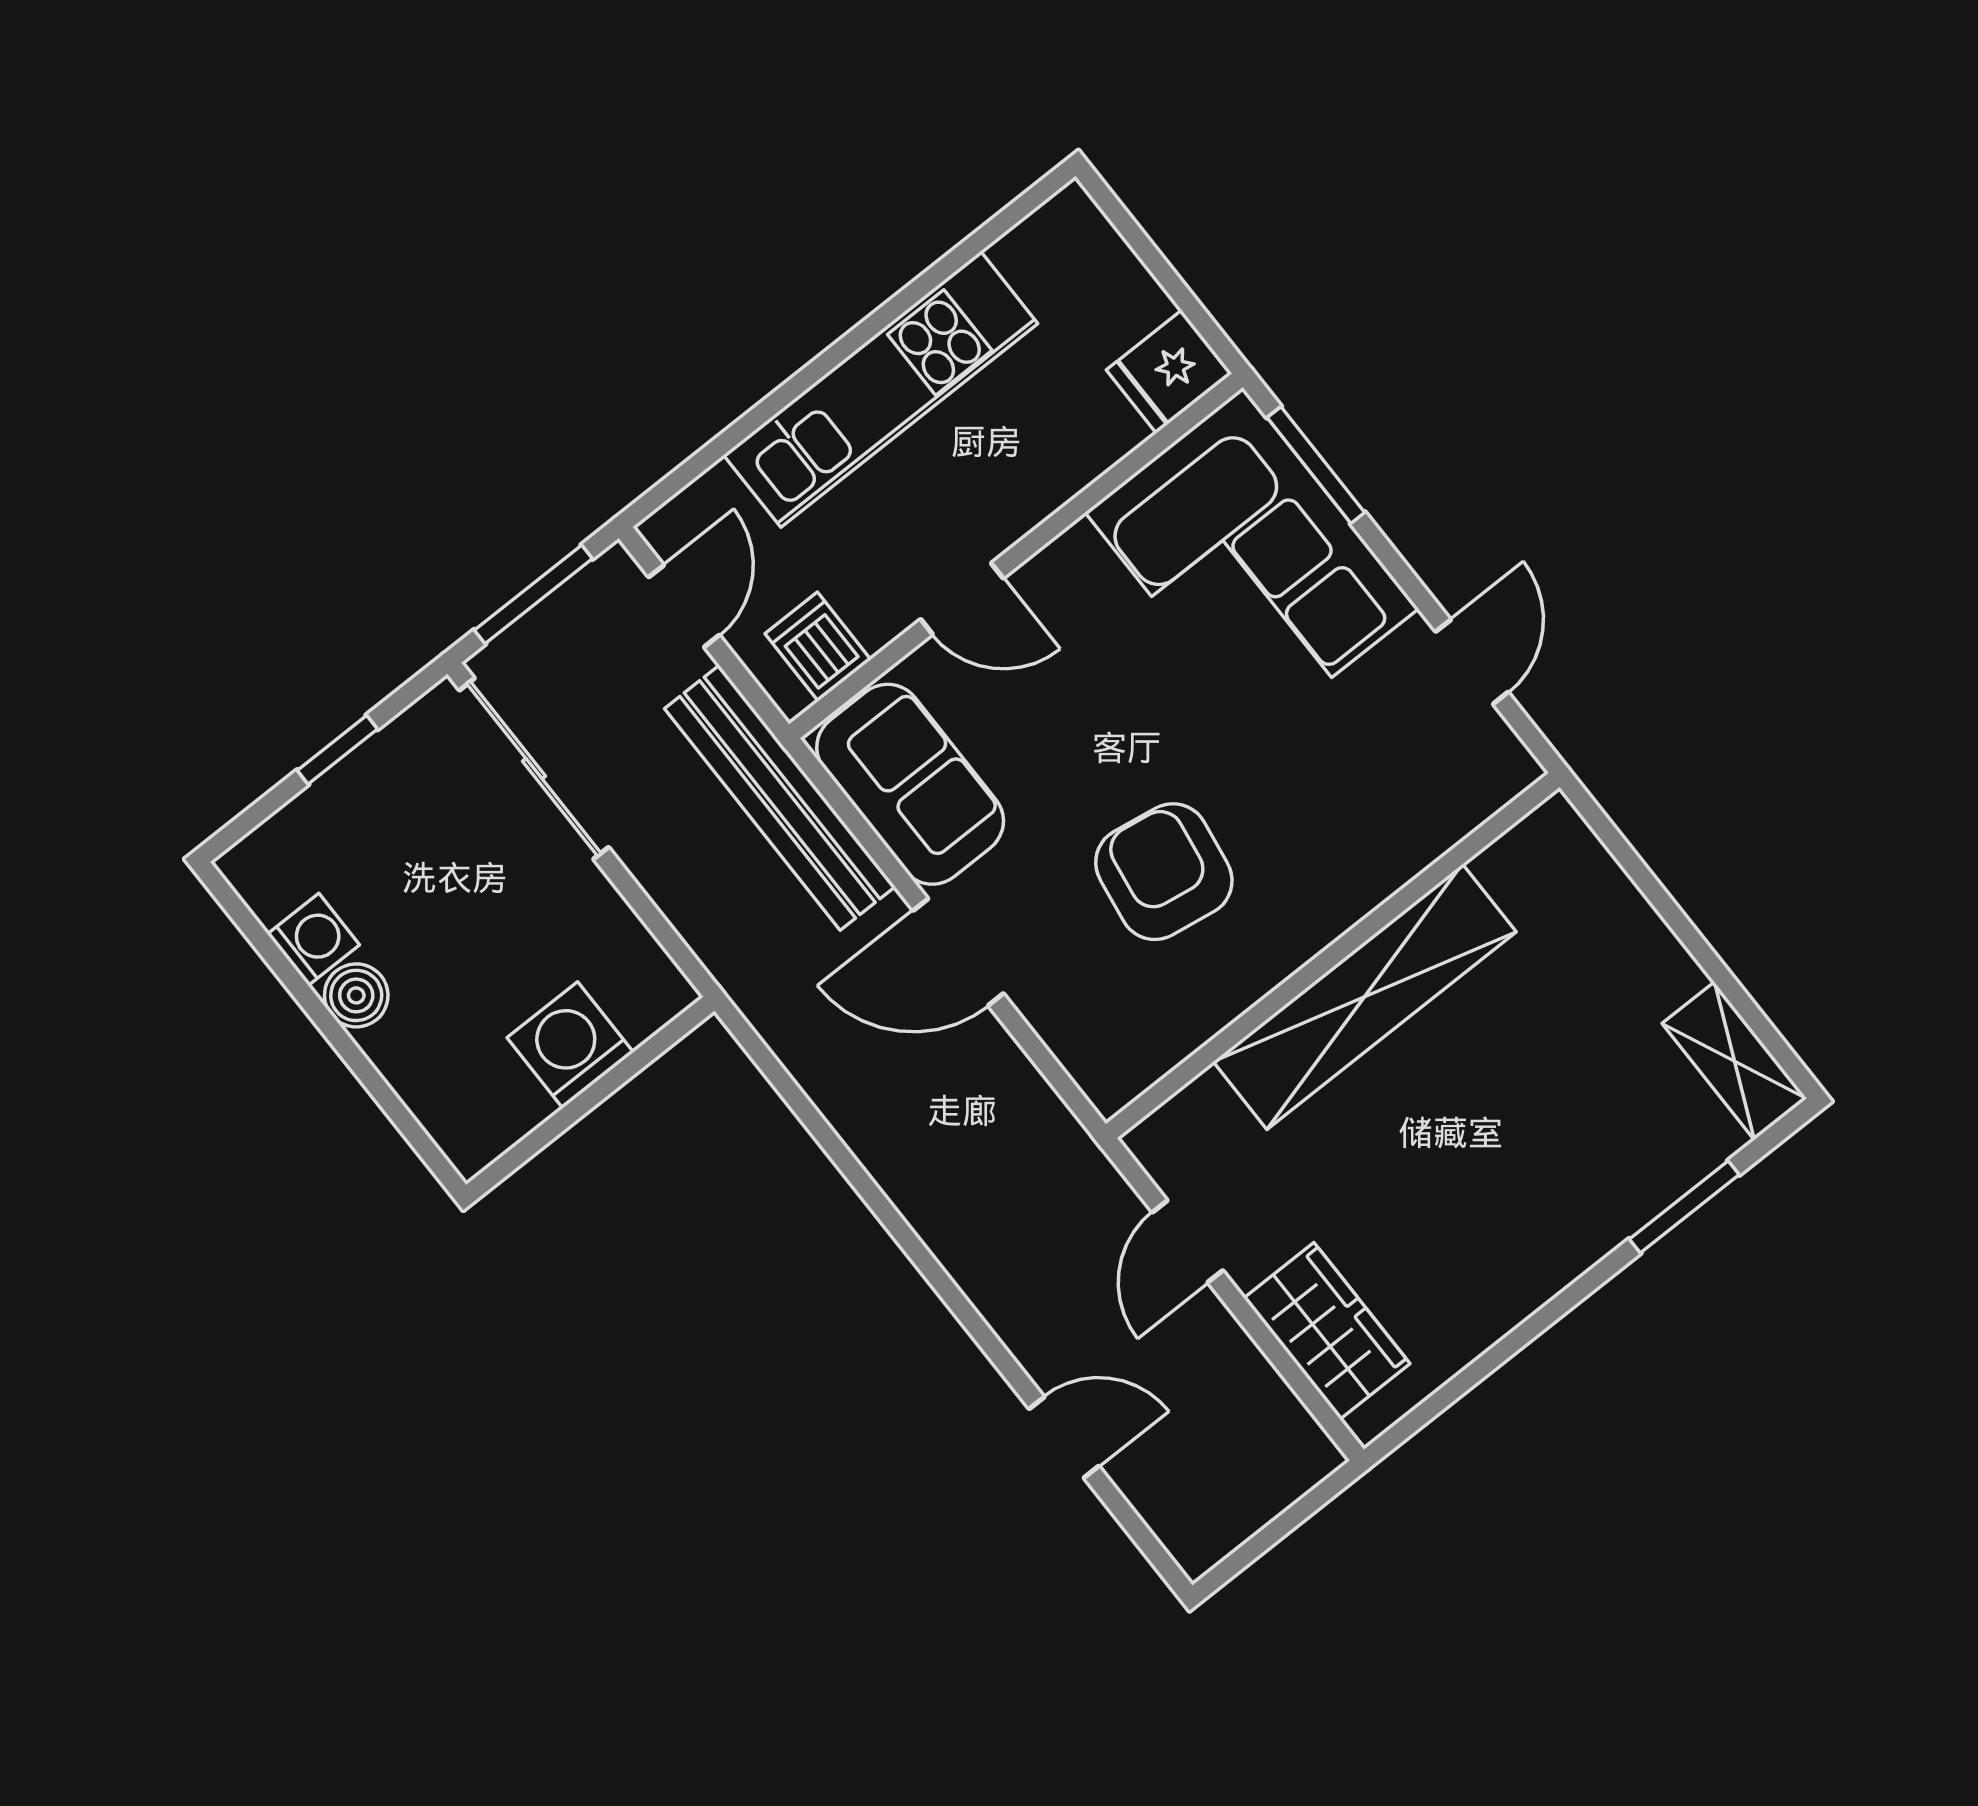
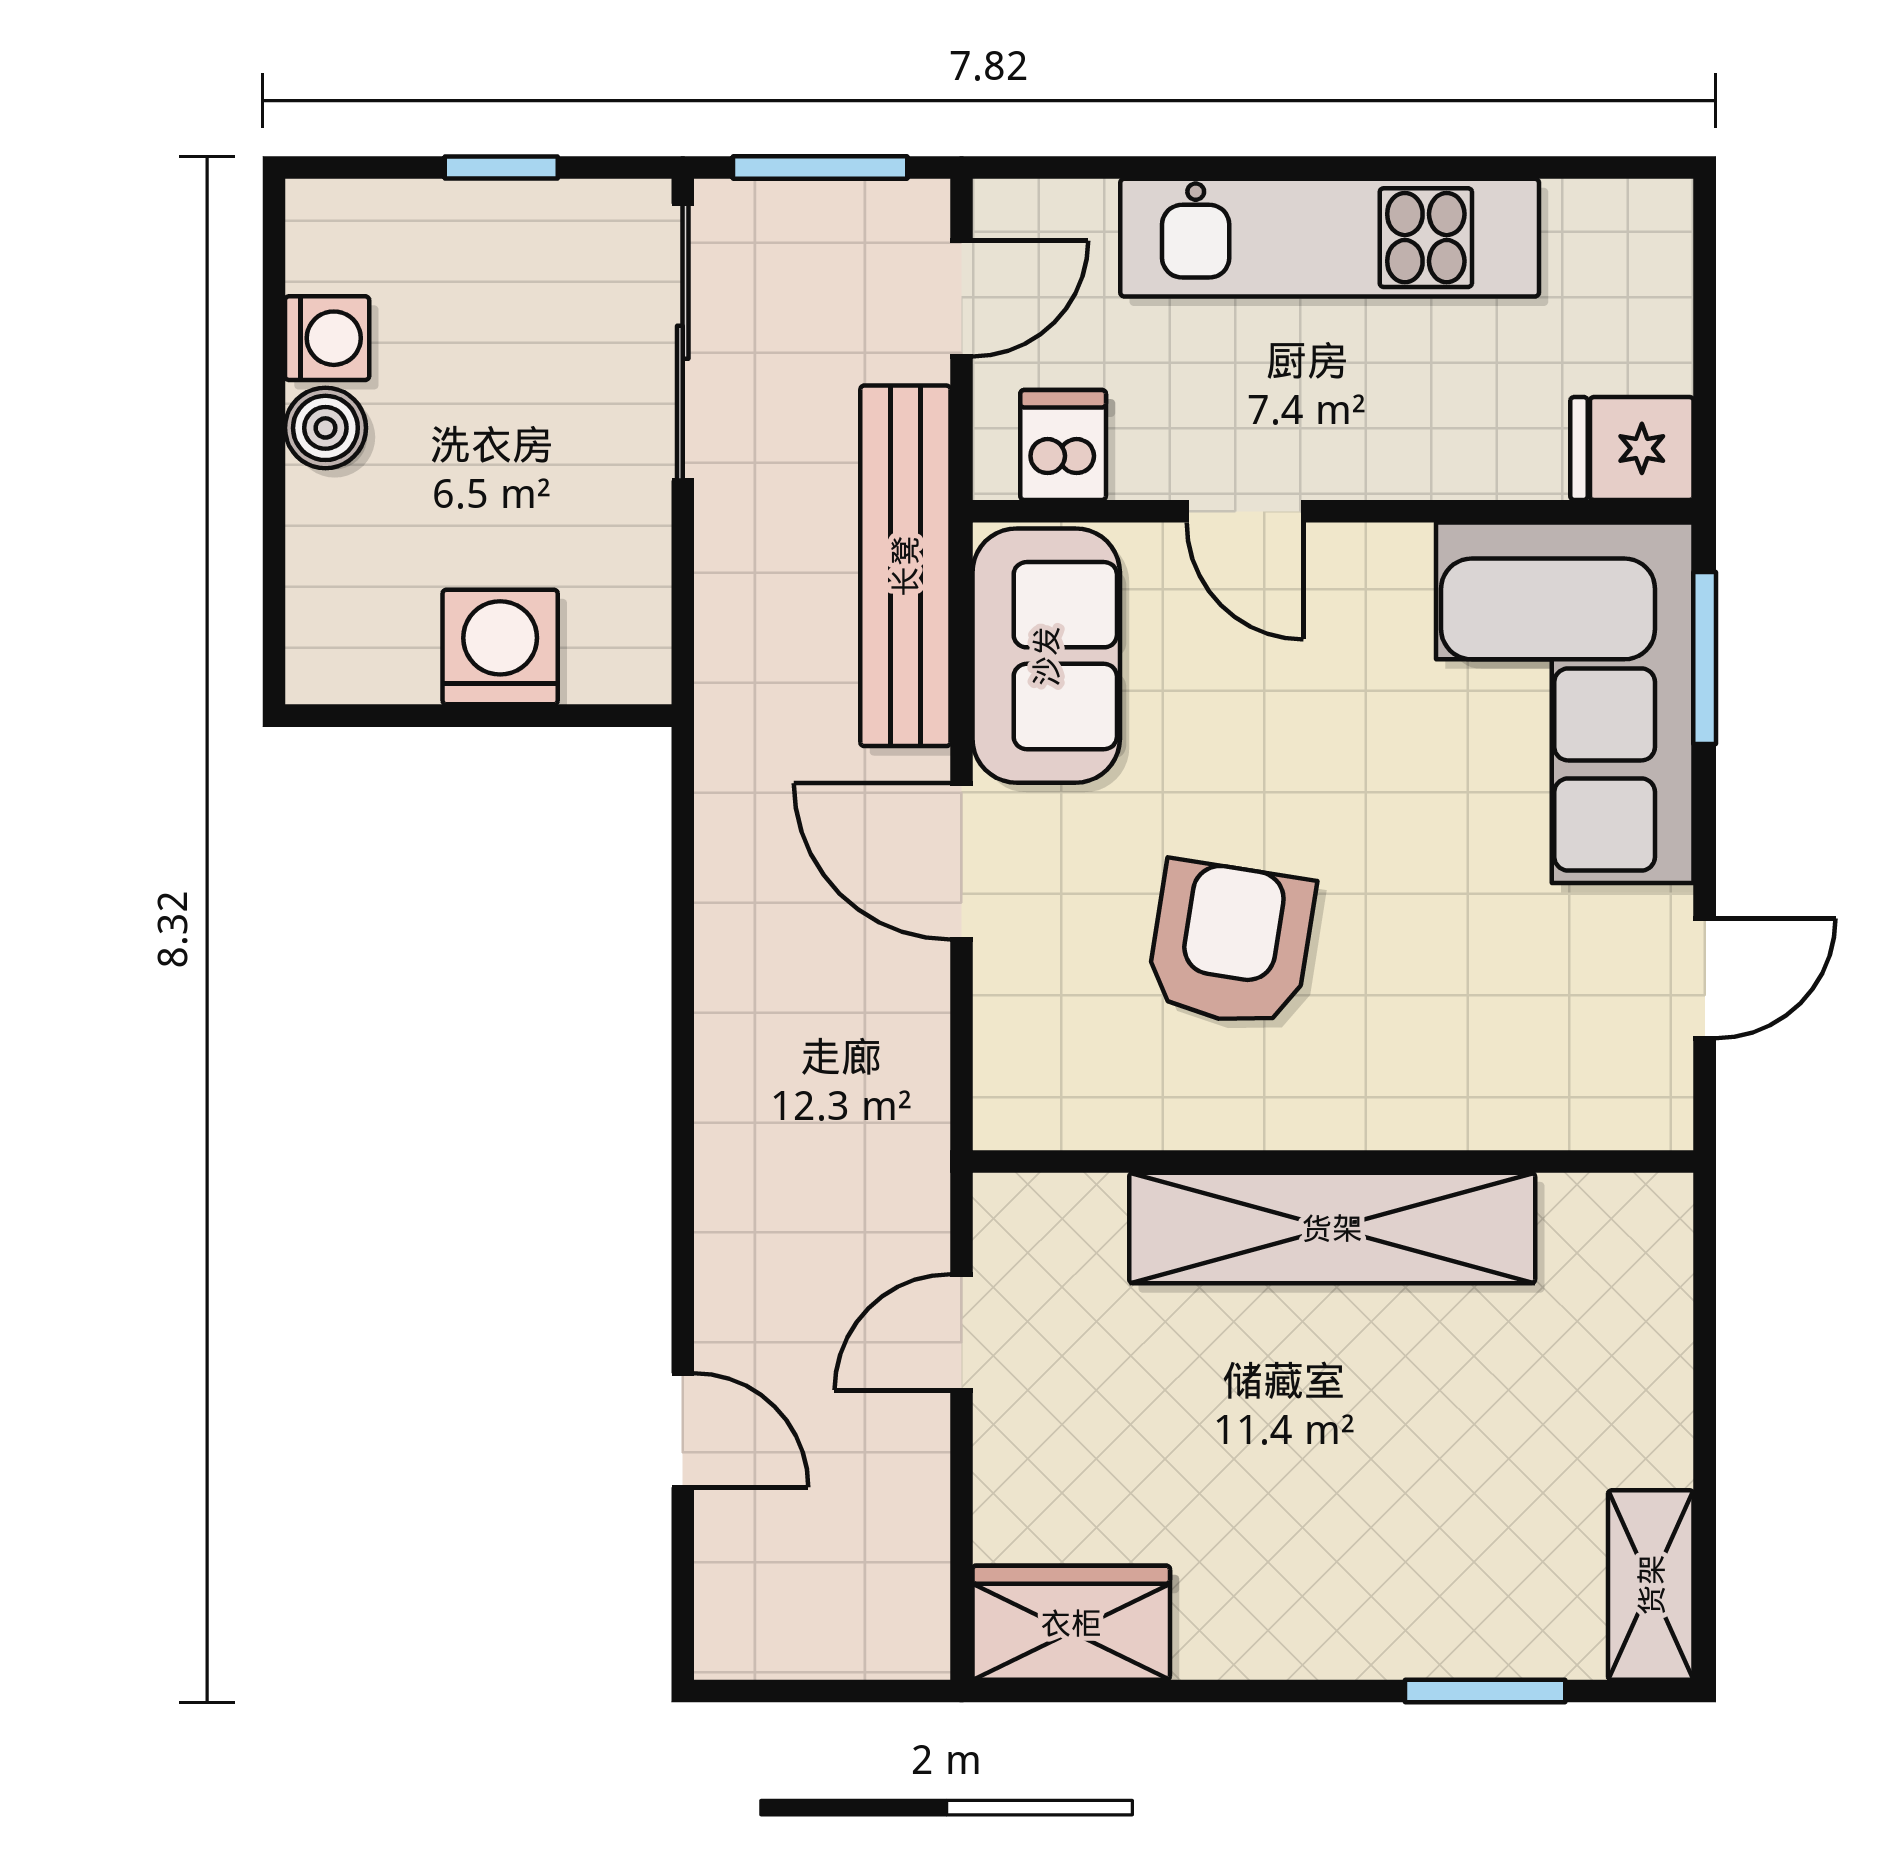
wardrobe: (1327, 1331) -> (1071, 1623), moved, turned -90

